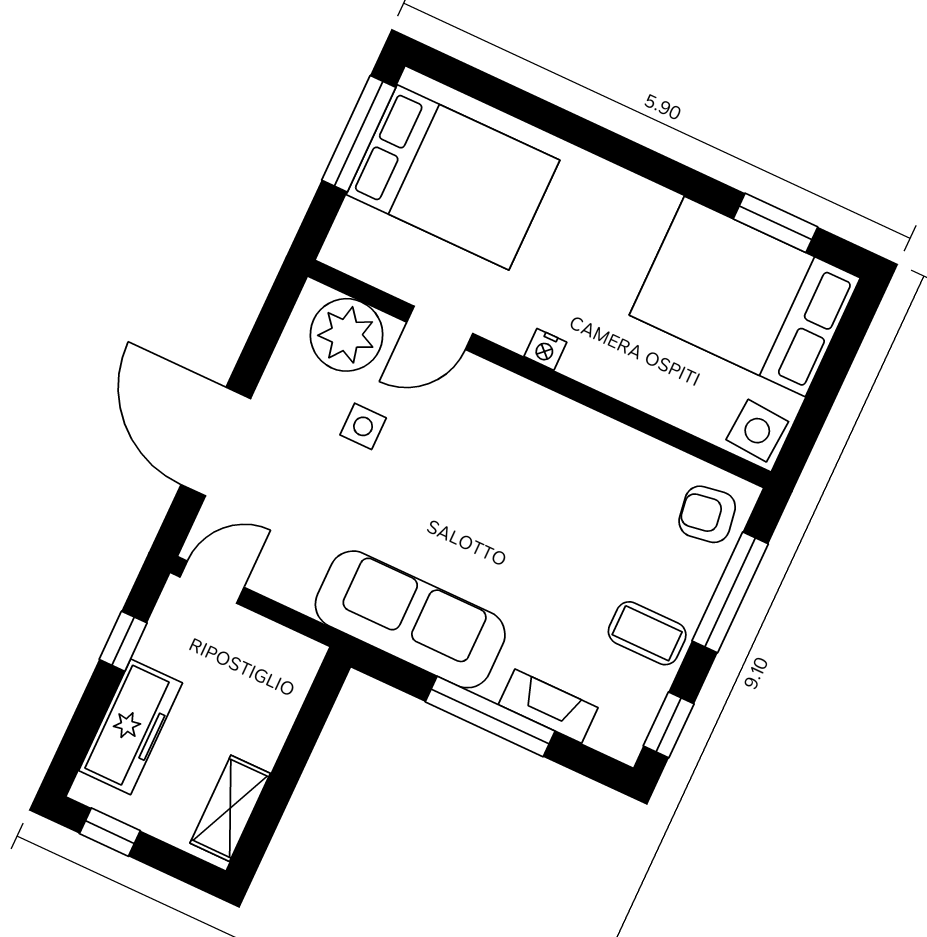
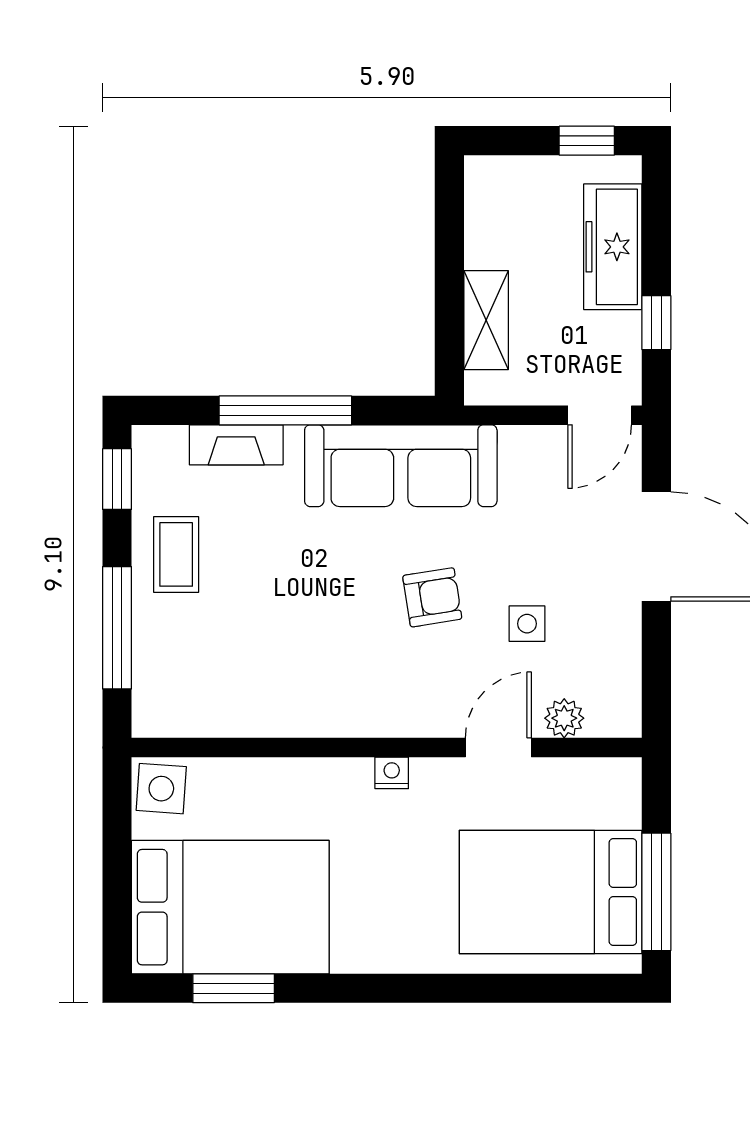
plant: (347, 335) -> (564, 718), width x0.53, depth x0.53
armchair: (707, 514) -> (432, 597), moved
coffee table: (647, 633) -> (176, 554), turned 90
shelving: (230, 808) -> (486, 320), moved

